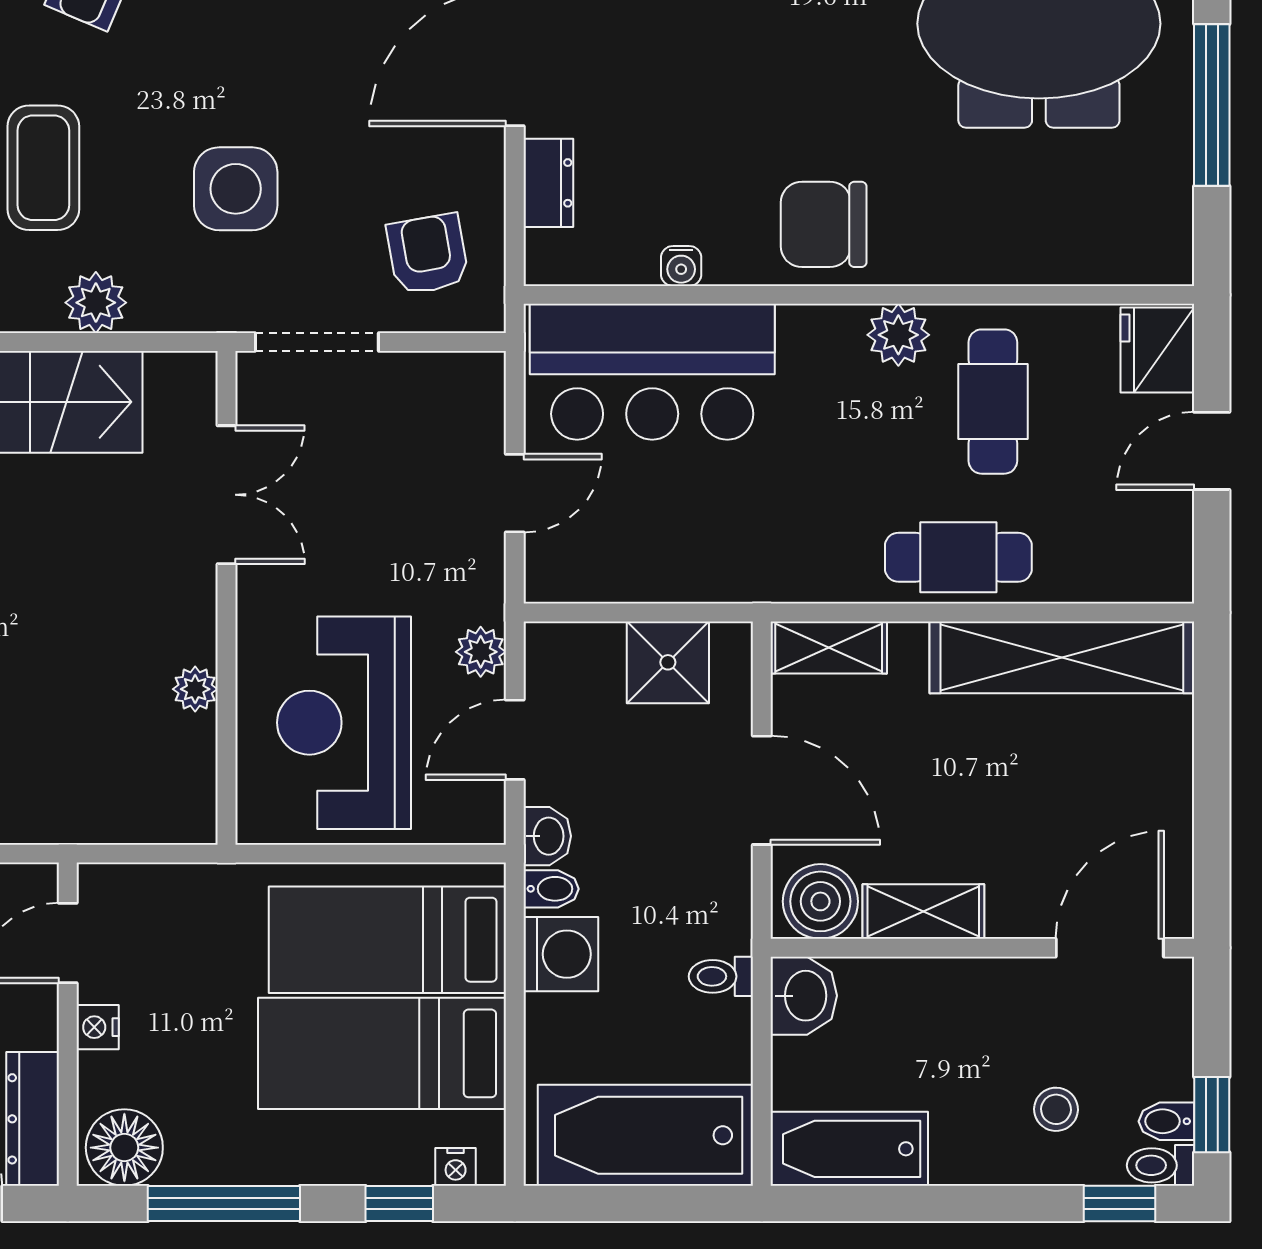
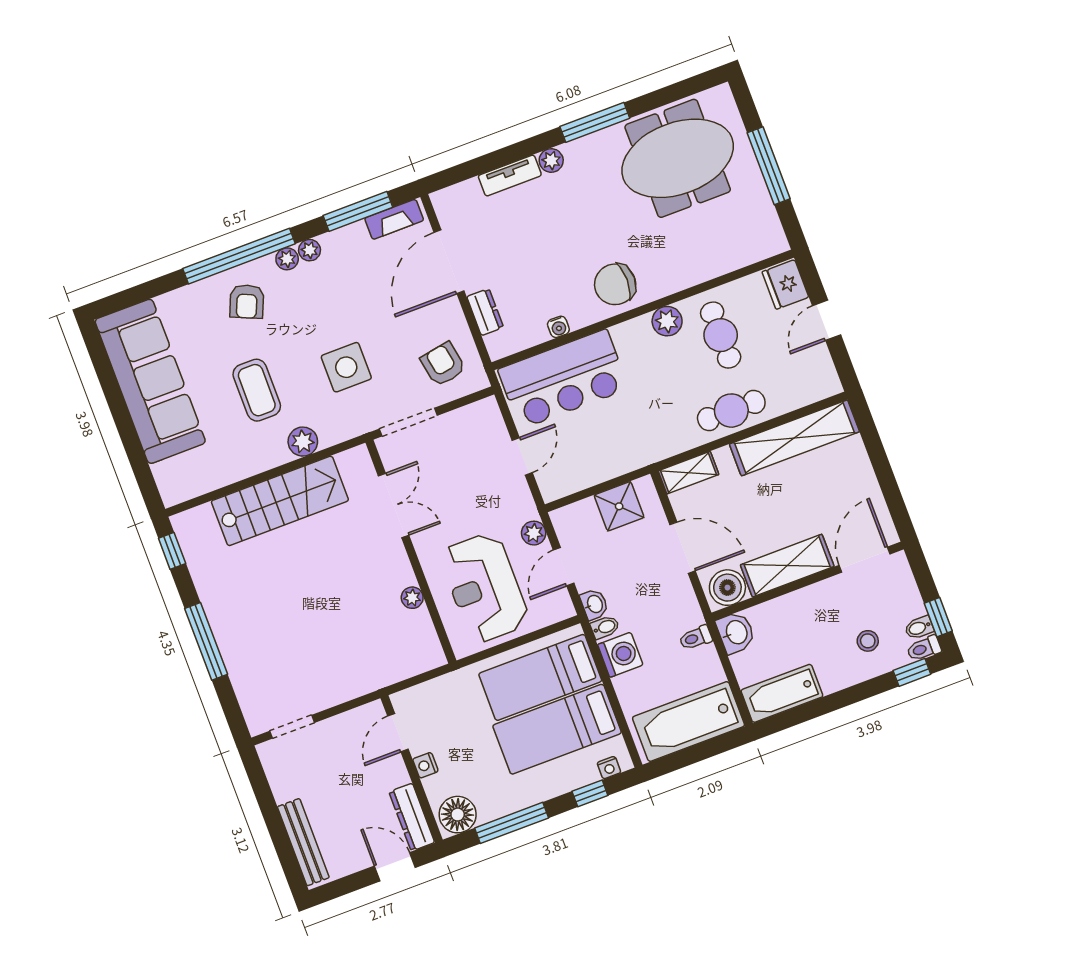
shelving: (923, 912) -> (787, 566), width x1.50, depth x1.33

